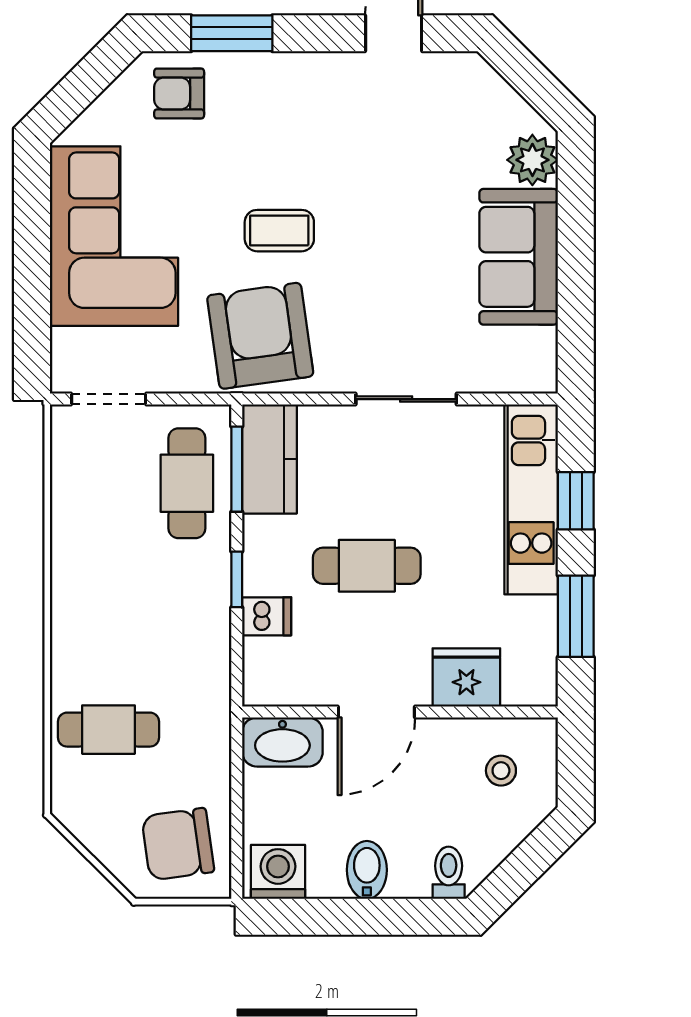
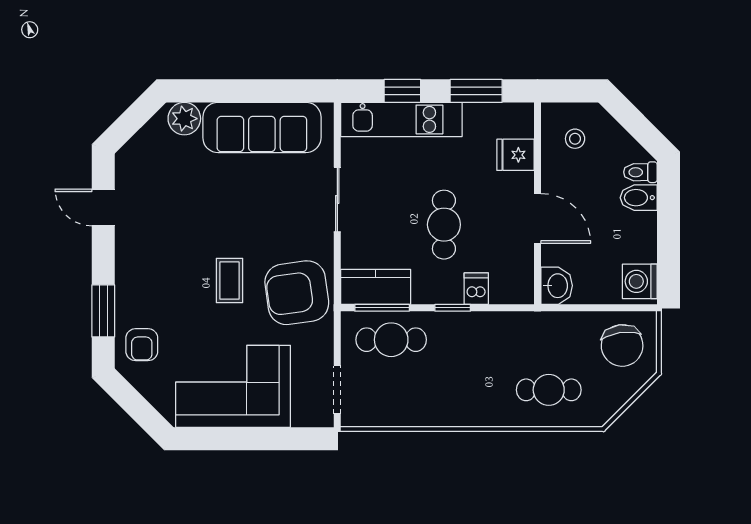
sofa: (519, 257) -> (262, 127), width x1.36
fridge: (466, 678) -> (515, 155), width x0.72
cafe table: (108, 730) -> (549, 390), turned 90
washbasin: (282, 742) -> (557, 286), width x0.72
bidet: (367, 870) -> (639, 198), moved

